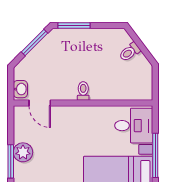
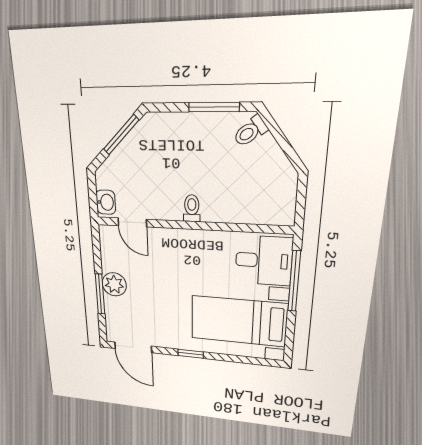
window: (74, 25) -> (214, 107), moved
toilet: (130, 52) -> (250, 131), moved
window: (155, 155) -> (294, 281), moved

